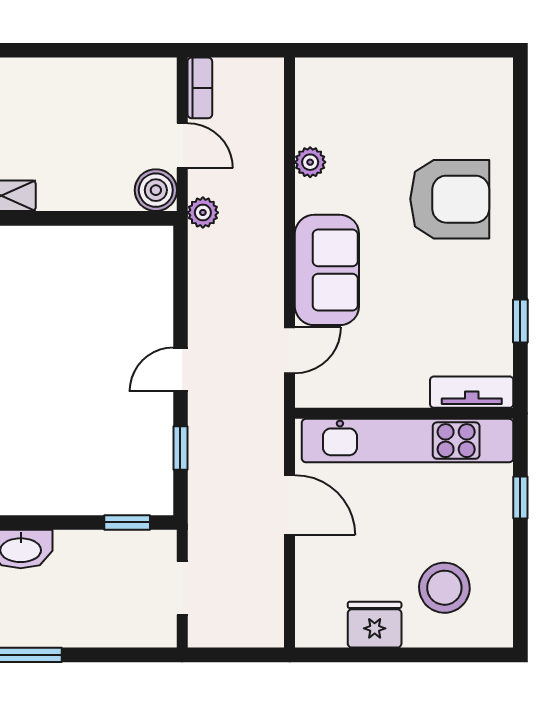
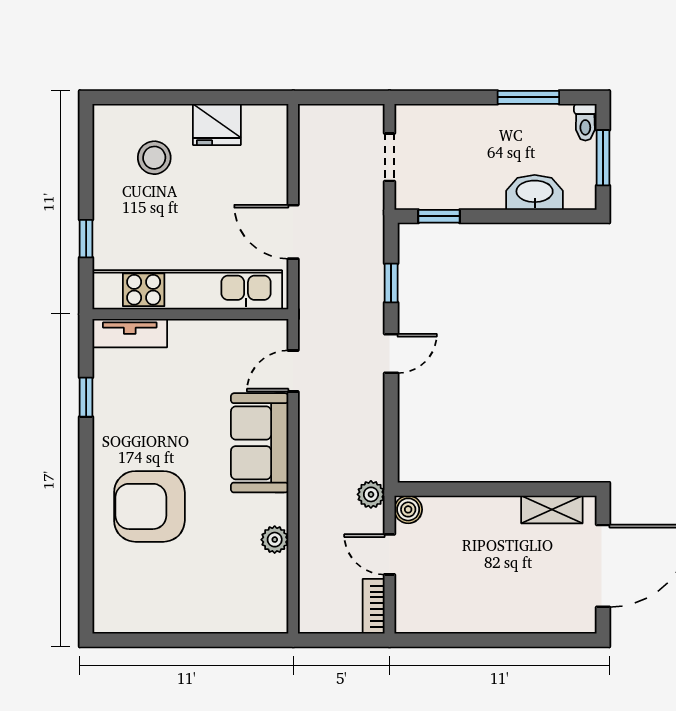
boiler: (156, 190) -> (408, 509), width x0.73, depth x0.73
stool: (444, 588) -> (154, 158), width x0.73, depth x0.73

